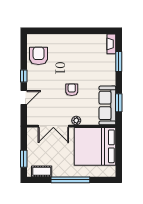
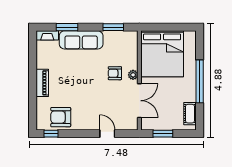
piano: (69, 39) -> (42, 83), added
window: (24, 76) -> (51, 134), moved
armchair: (72, 90) -> (115, 73), moved
sofa: (107, 105) -> (81, 40), moved
window: (24, 159) -> (163, 134), moved

